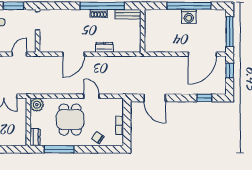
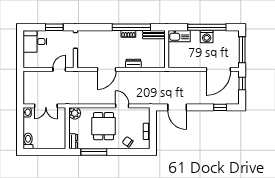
kitchen sink: (157, 16) -> (179, 36), added

